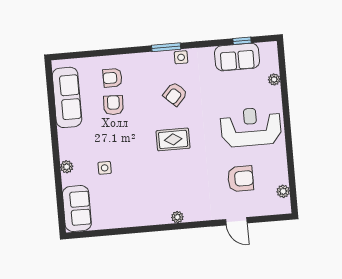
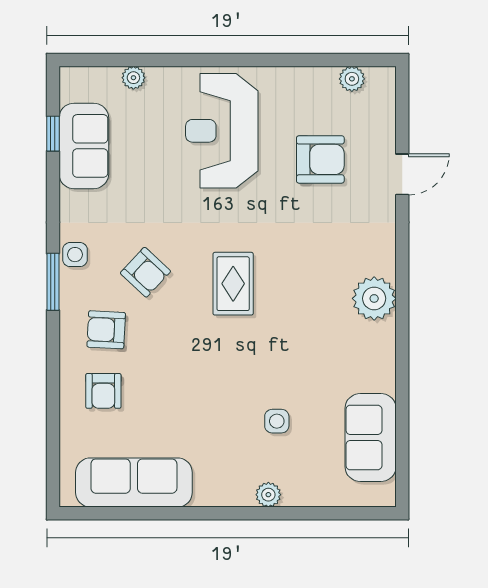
armchair: (113, 105) -> (106, 330), moved
armchair: (240, 179) -> (320, 159), turned 90
sofa: (77, 209) -> (371, 437), moved, turned -90
plant: (177, 217) -> (374, 298), width x1.87, depth x1.87

